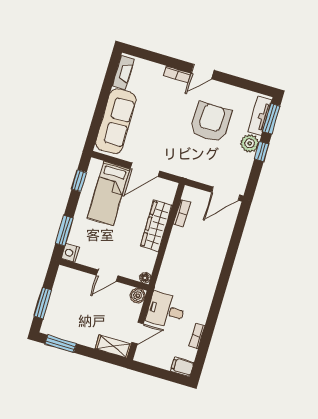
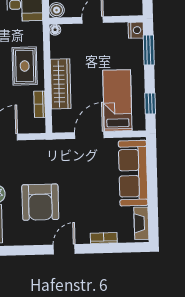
bookcase: (177, 74) -> (104, 238), moved
rug: (184, 253) -> (25, 66), added

